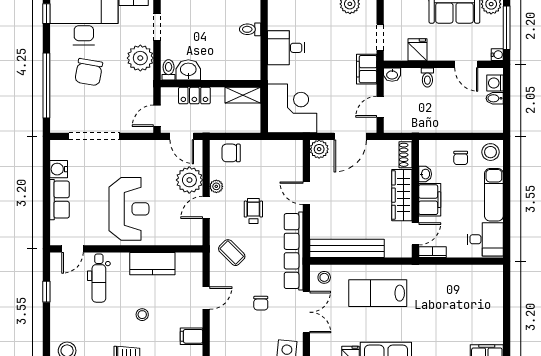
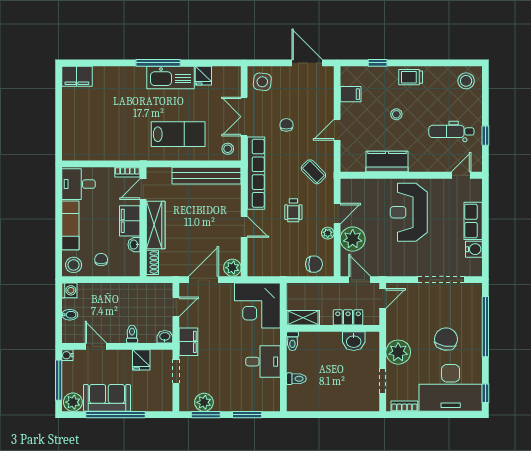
toilet: (169, 70) -> (292, 341), moved
washing machine: (495, 83) -> (69, 290), moved
dental chair: (99, 278) -> (451, 131), moved, turned -90

